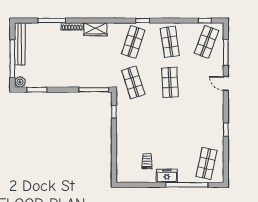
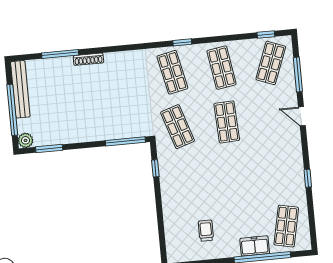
wardrobe: (95, 29) -> (120, 60), removed
shop shelf: (133, 42) -> (172, 72), turned -30
freezer: (167, 176) -> (255, 246), moved

